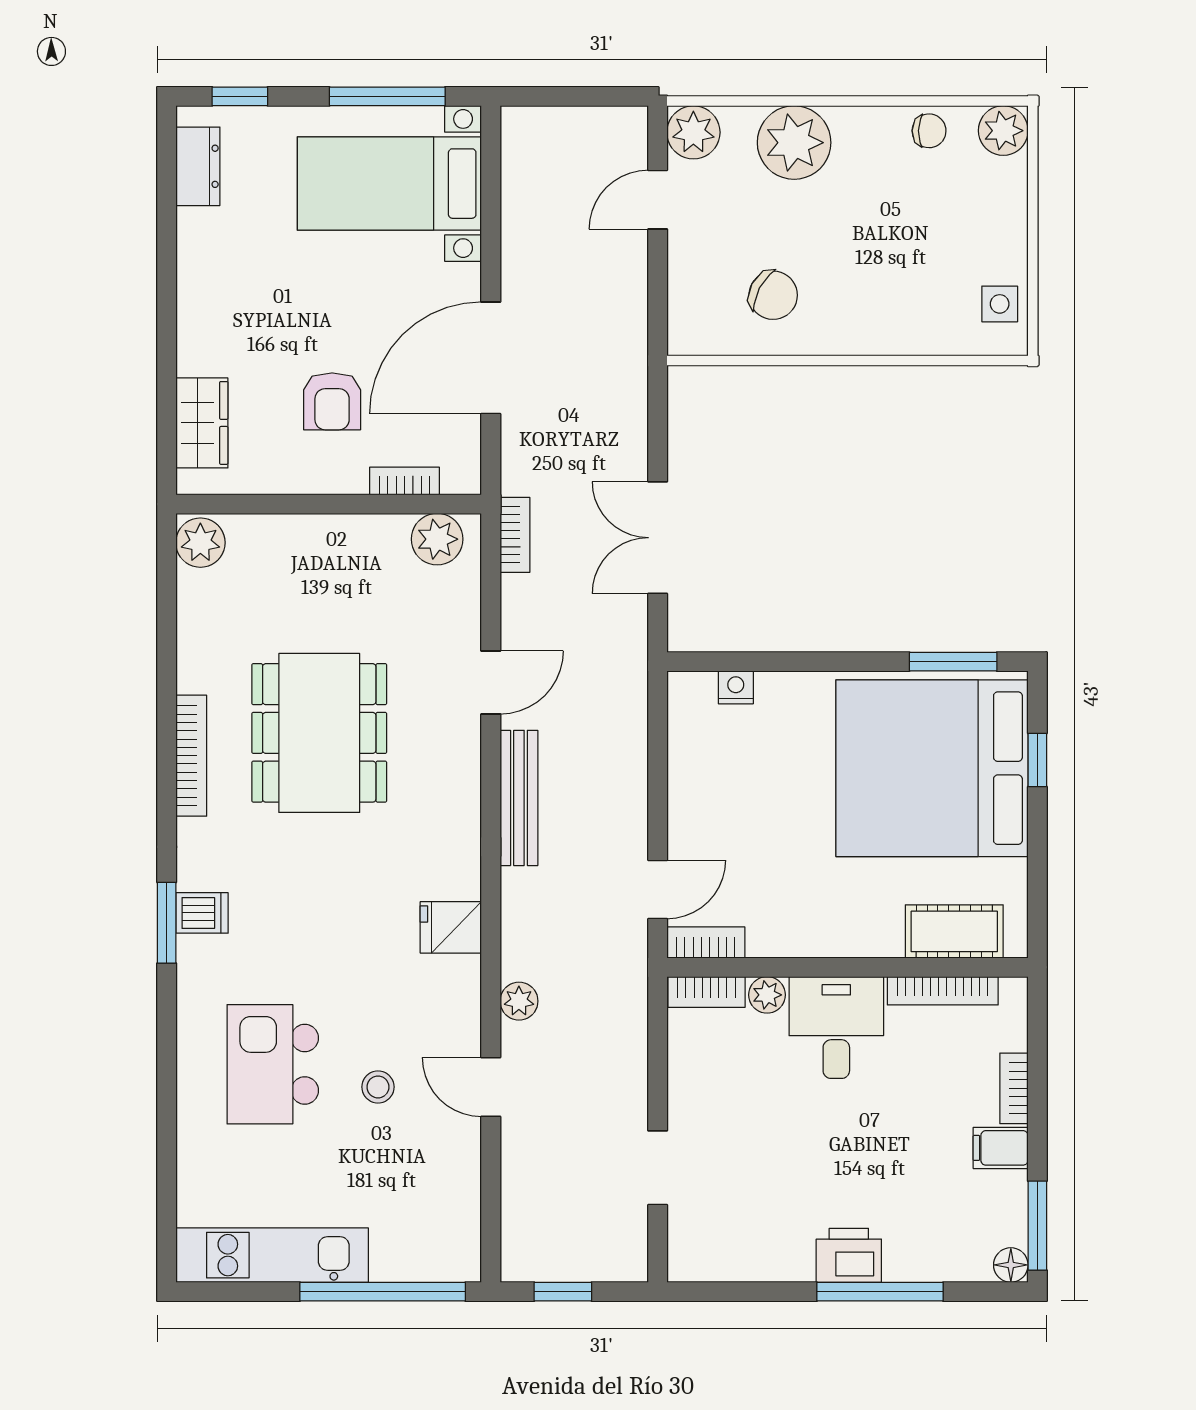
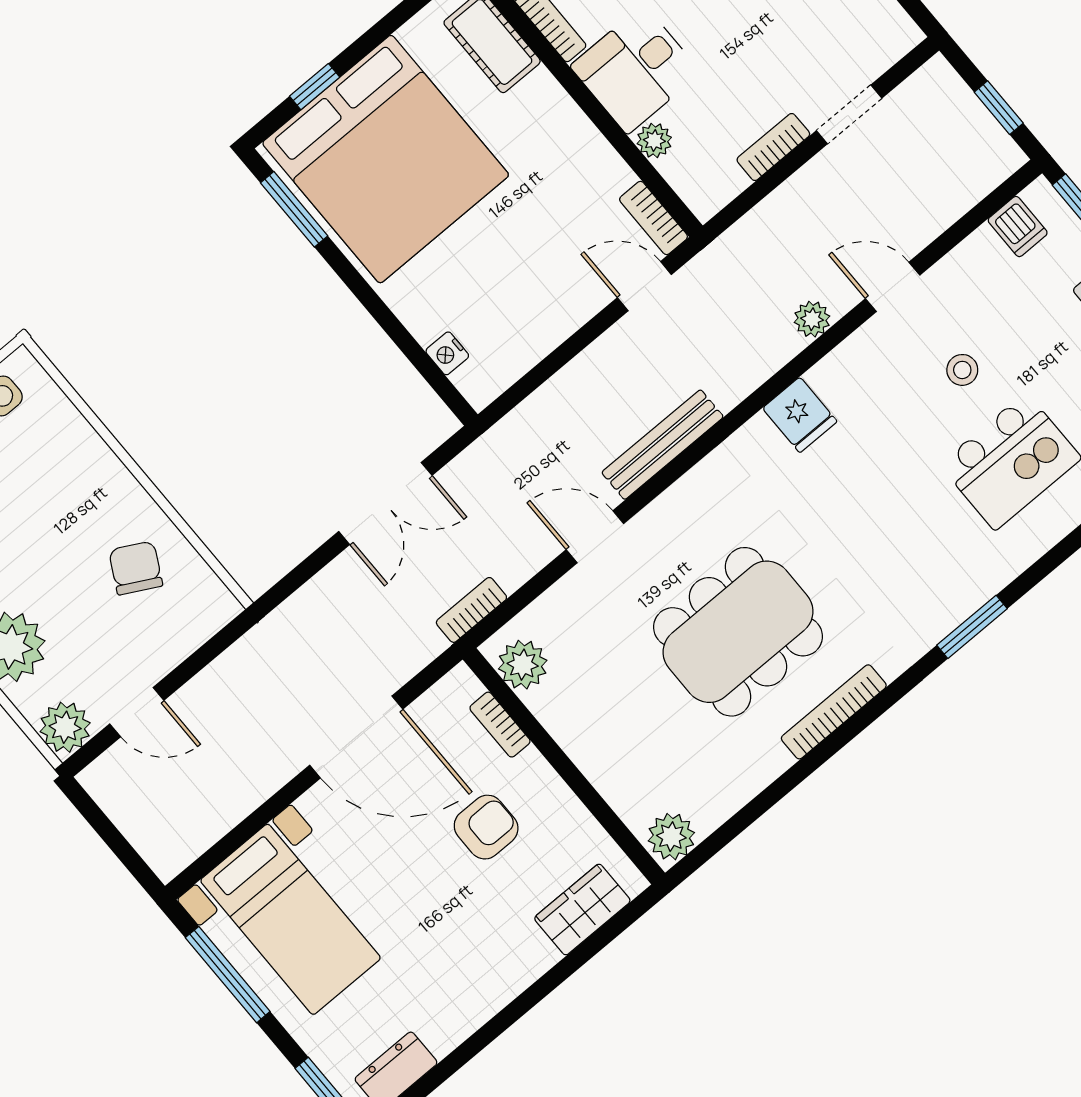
dishwasher: (202, 913) -> (1018, 227), moved, turned 180
bookcase: (706, 992) -> (773, 147), moved, turned -90
door: (491, 1087) -> (893, 287), swing flipped

